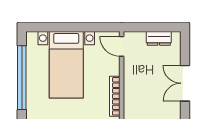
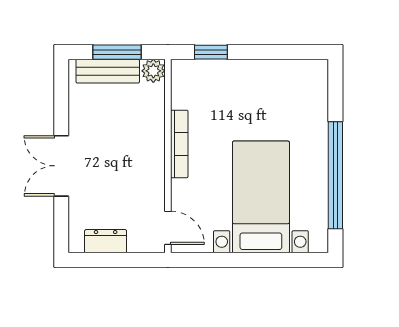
double door: (185, 83) -> (61, 166), swing flipped

